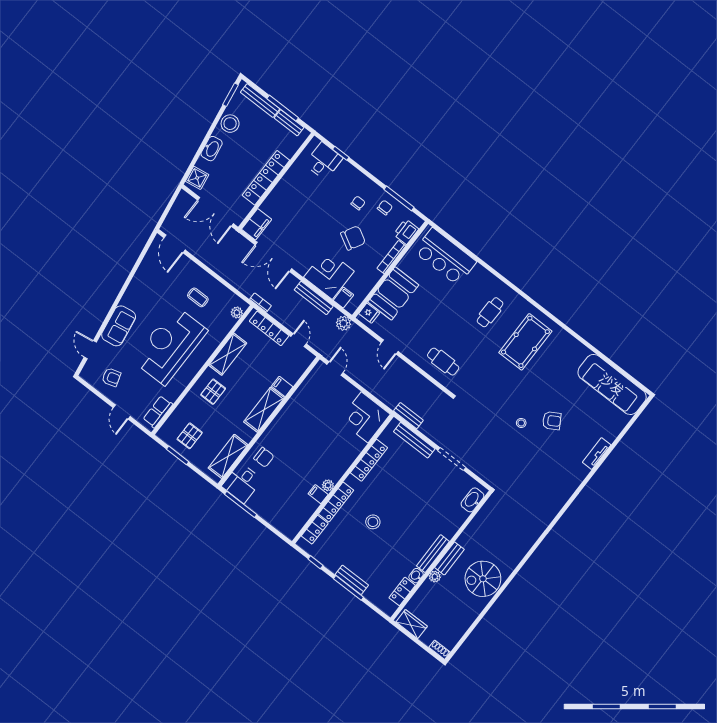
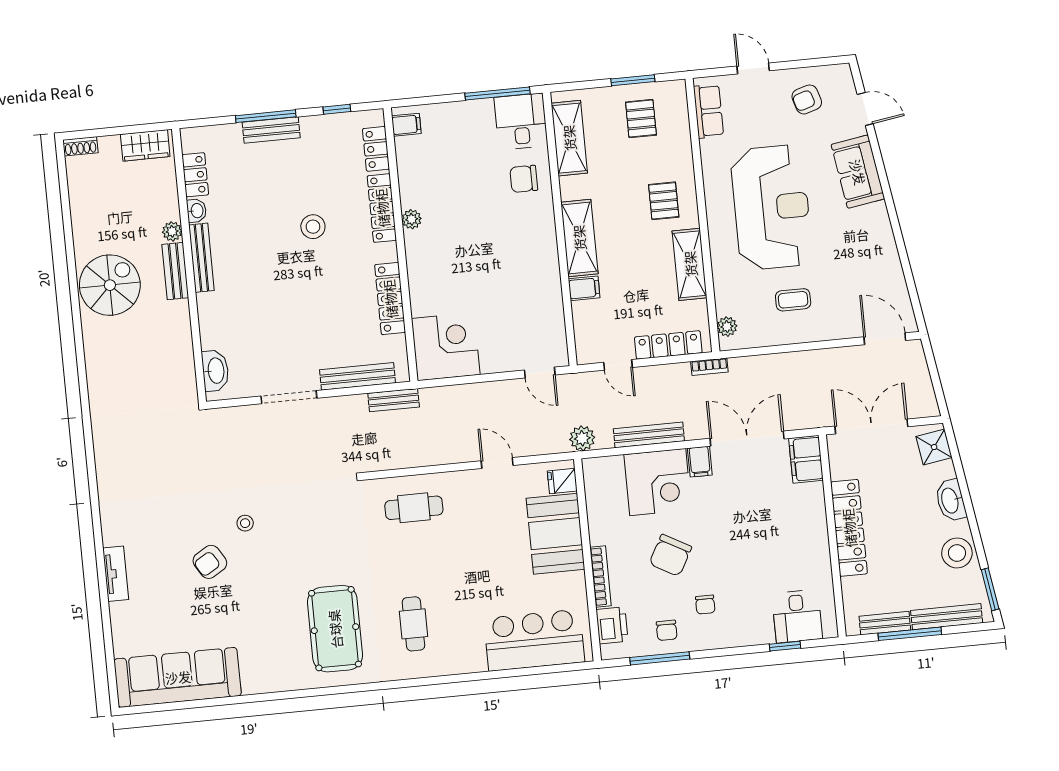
filing cabinet: (343, 298) -> (700, 462), moved
filing cabinet: (318, 494) -> (406, 125), moved

